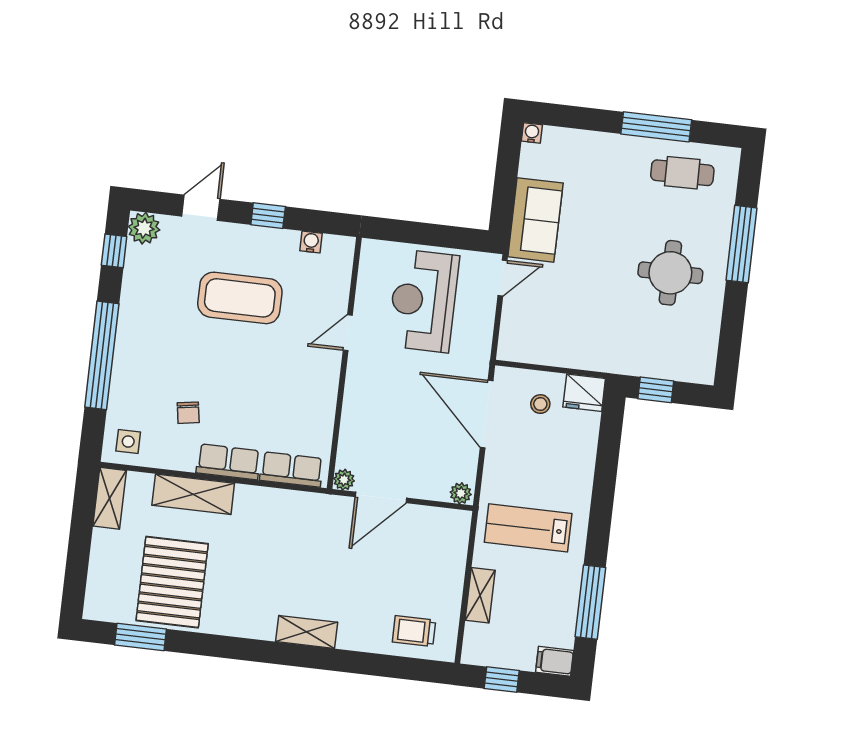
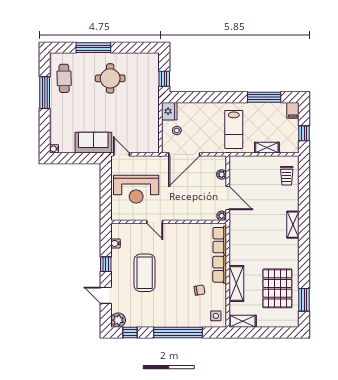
plant: (461, 493) -> (222, 174), moved
pallet: (172, 582) -> (277, 288), turned 90

